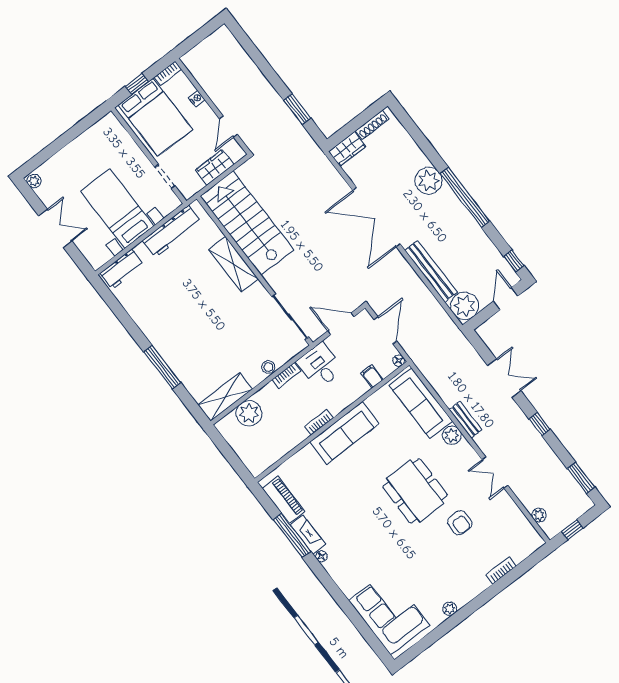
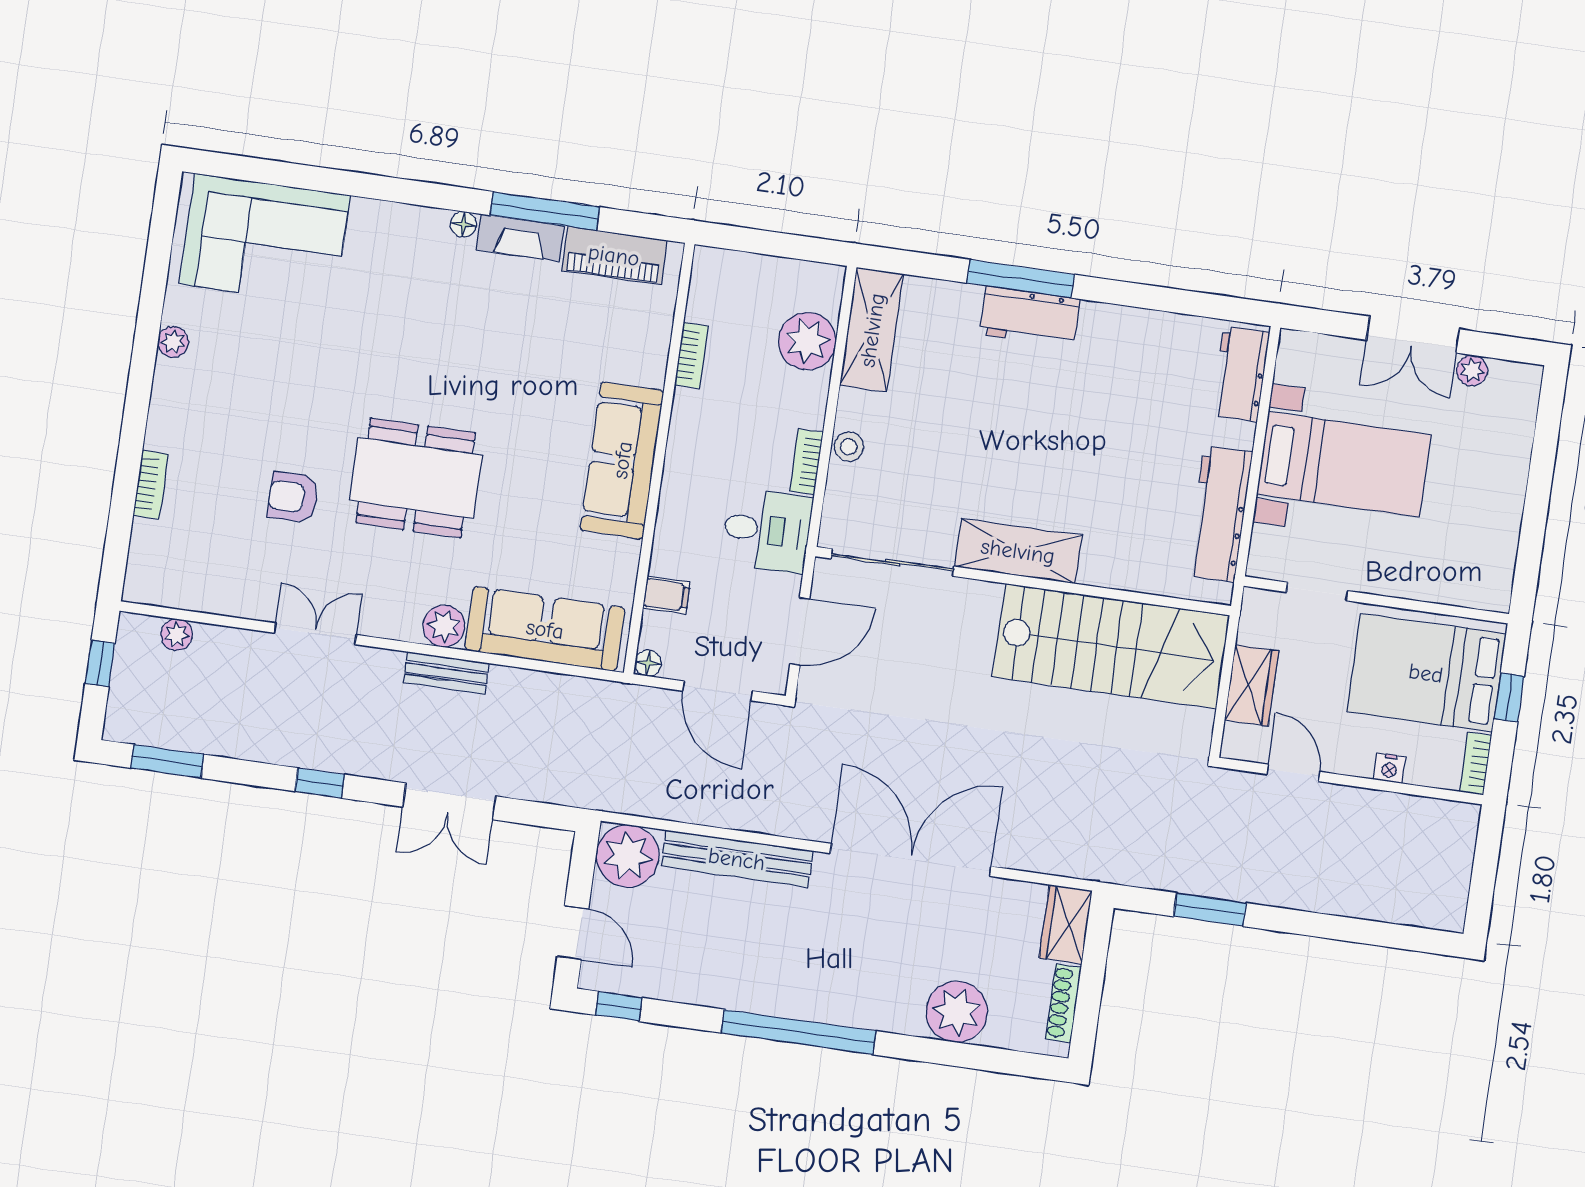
plant: (34, 181) -> (1472, 370), moved
plant: (429, 181) -> (957, 1012), moved
shelving: (234, 264) -> (1018, 551), moved
workbench: (171, 352) -> (1030, 317), added
bookcase: (319, 422) -> (691, 355), moved

